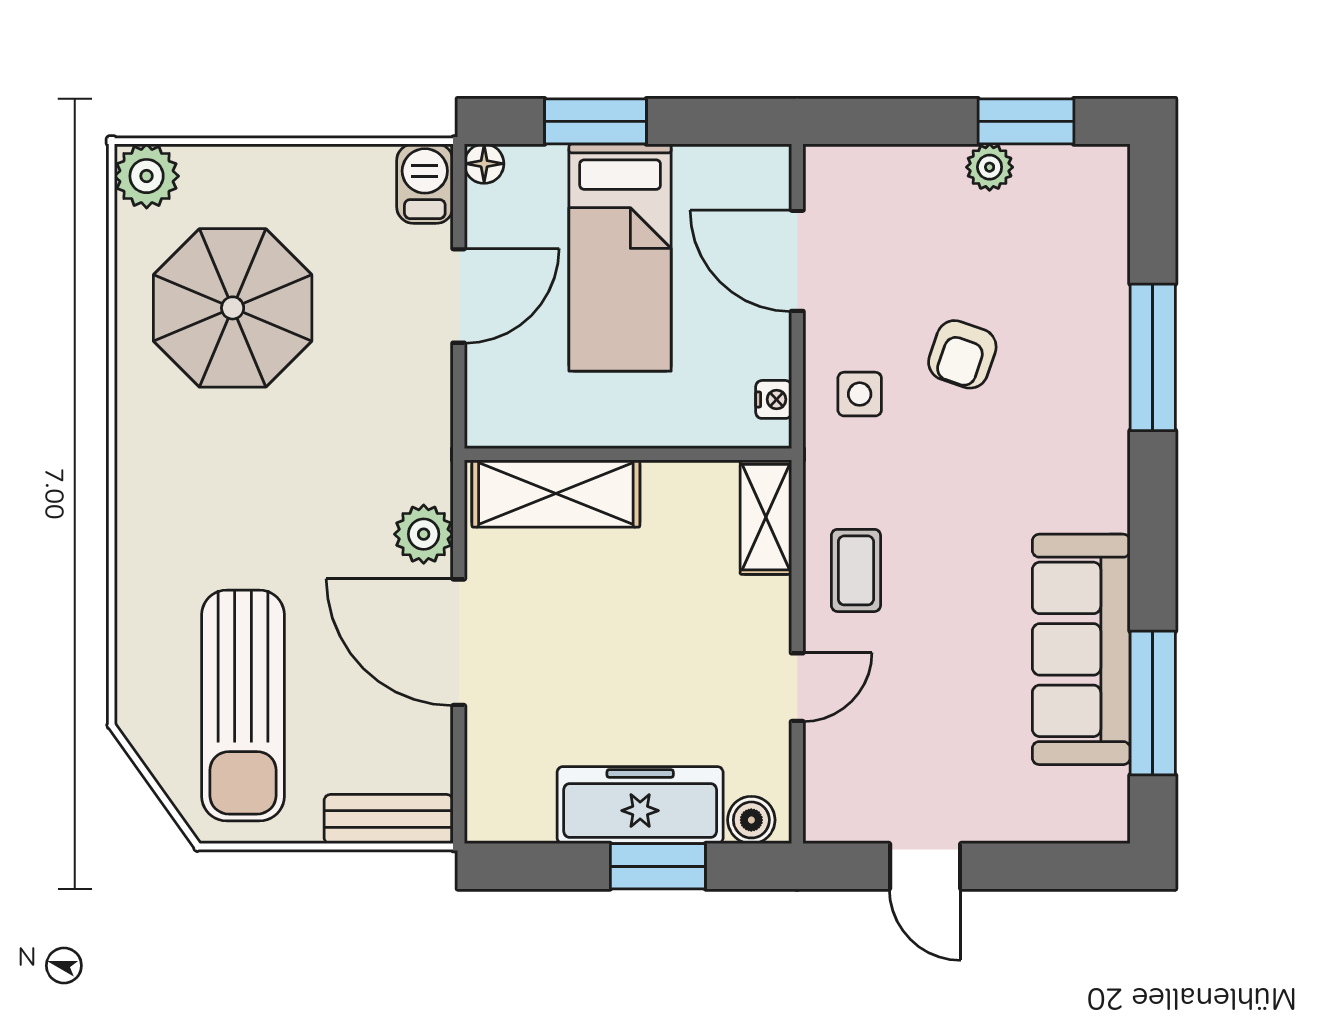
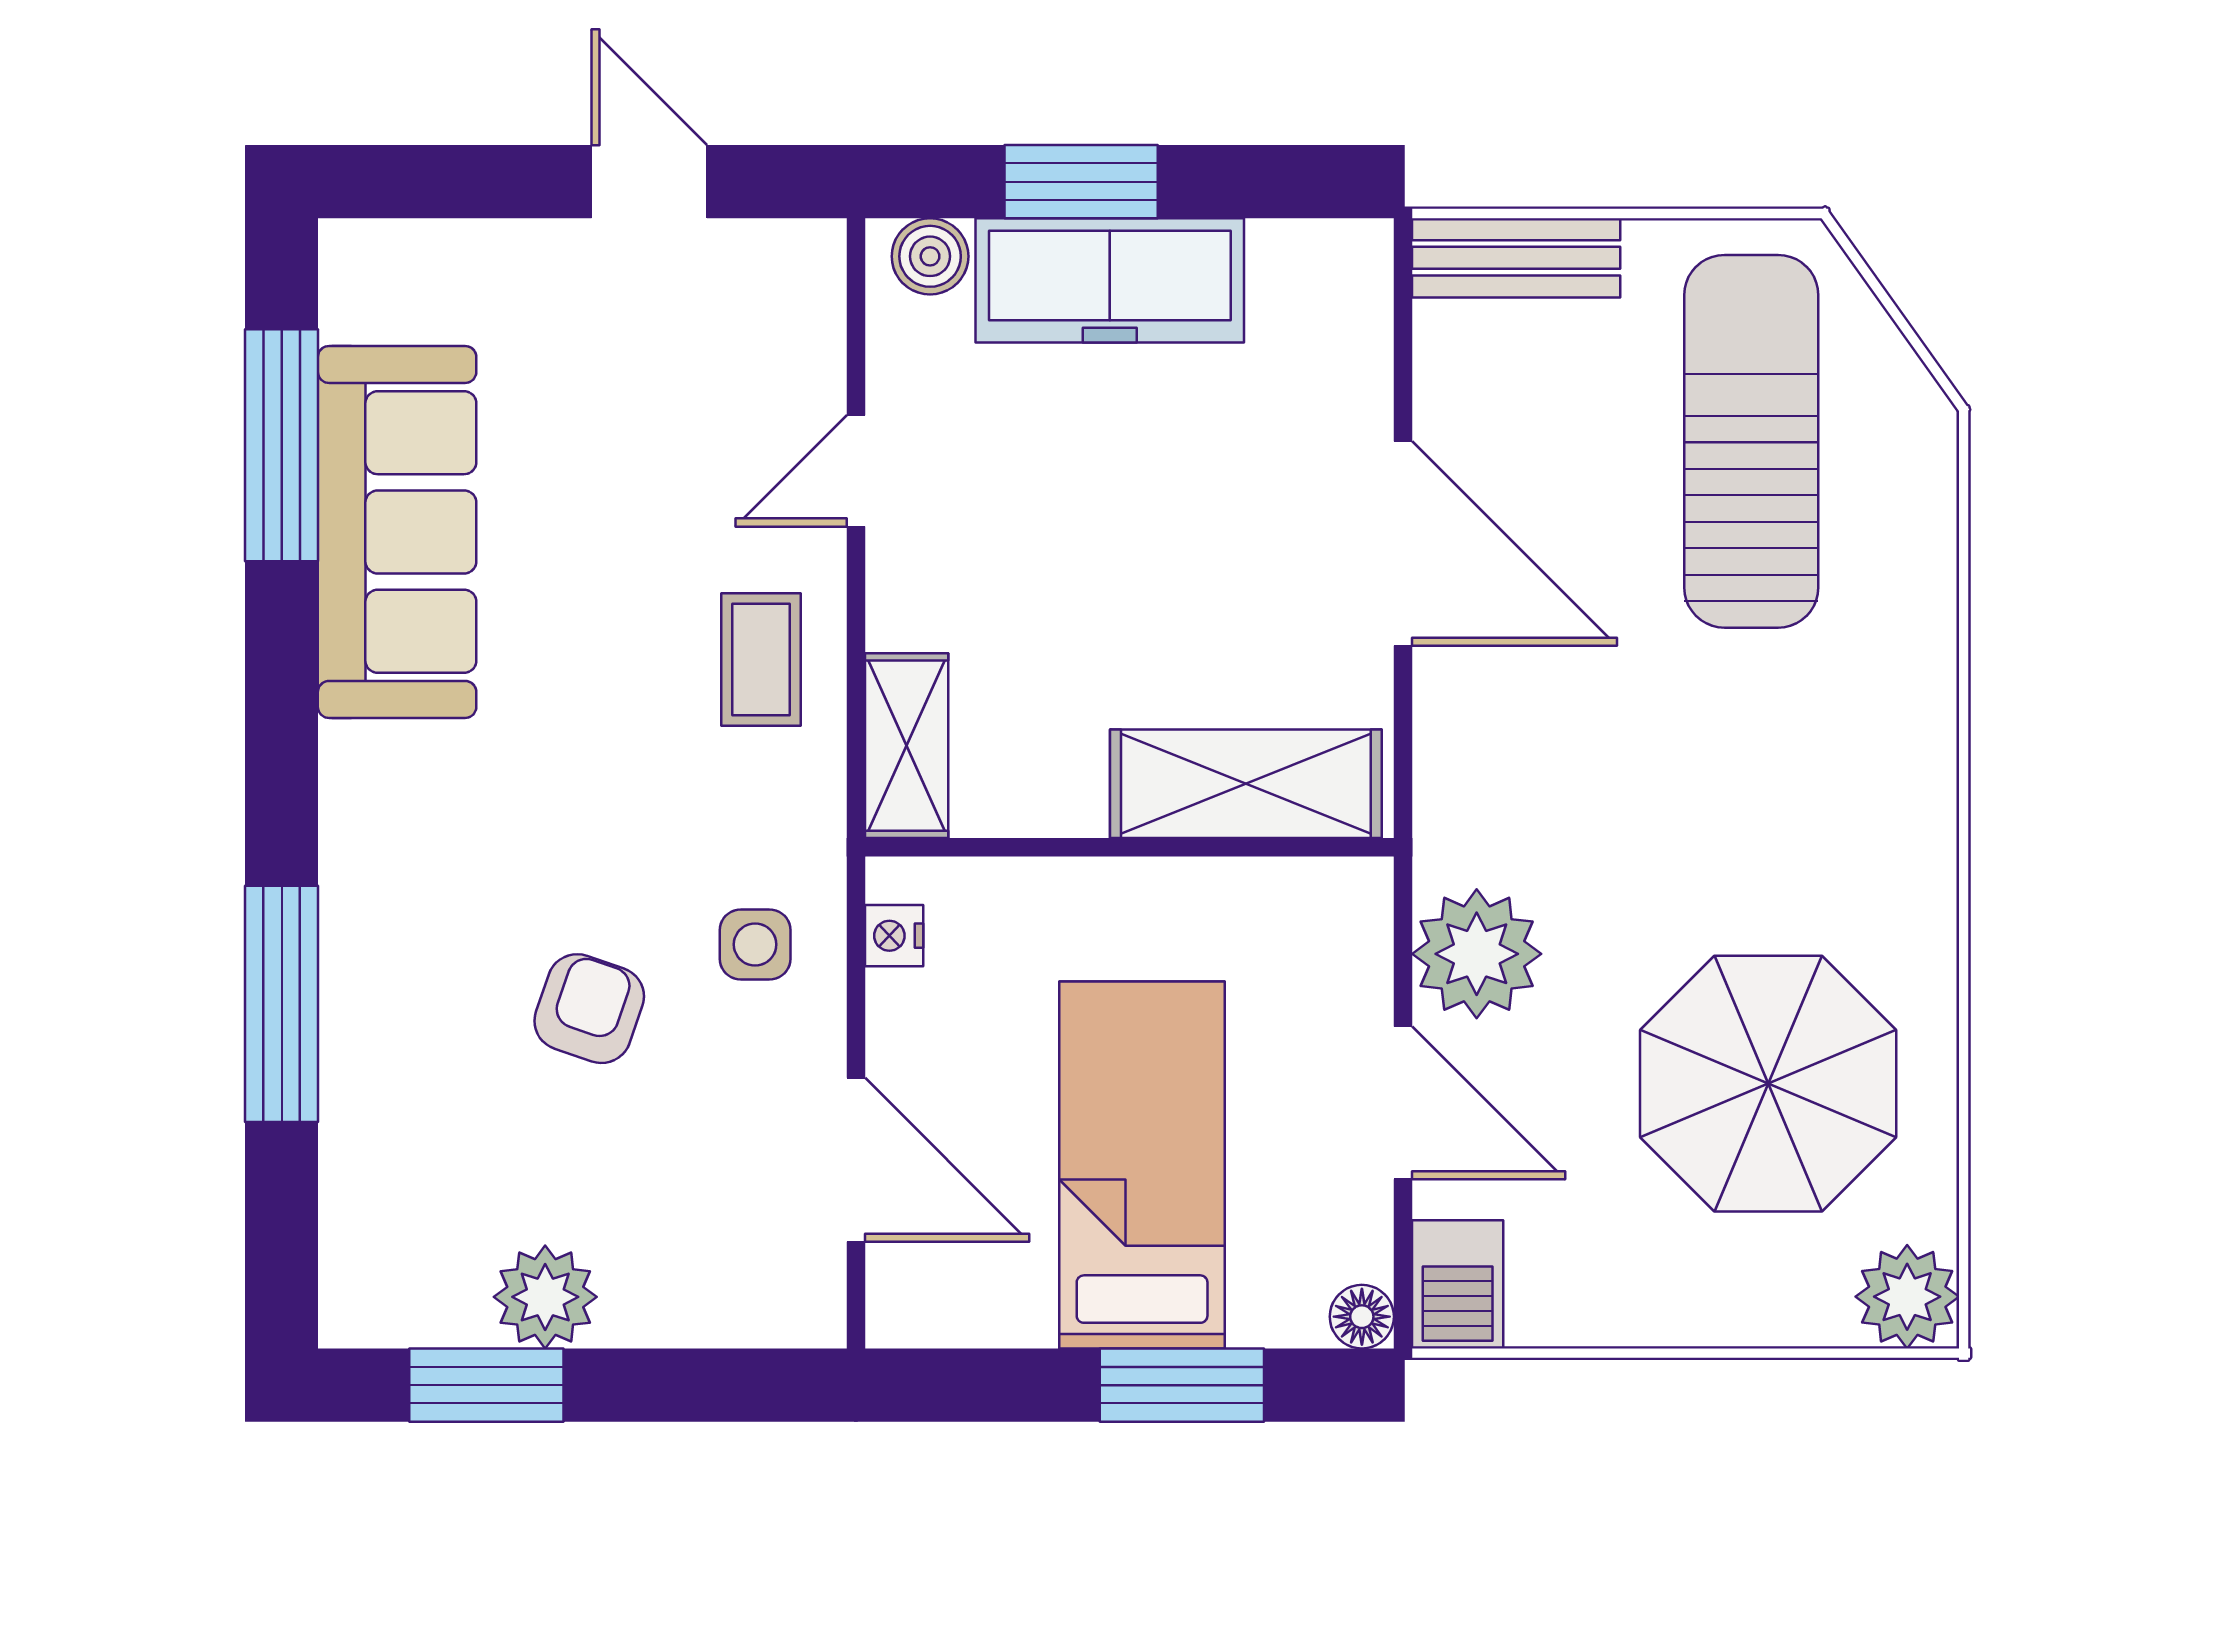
plant: (990, 167) -> (545, 1297), width x1.38, depth x1.38
door: (459, 296) -> (1403, 1103), swing flipped
plant: (424, 534) -> (1477, 954), moved, width x1.36, depth x1.36

